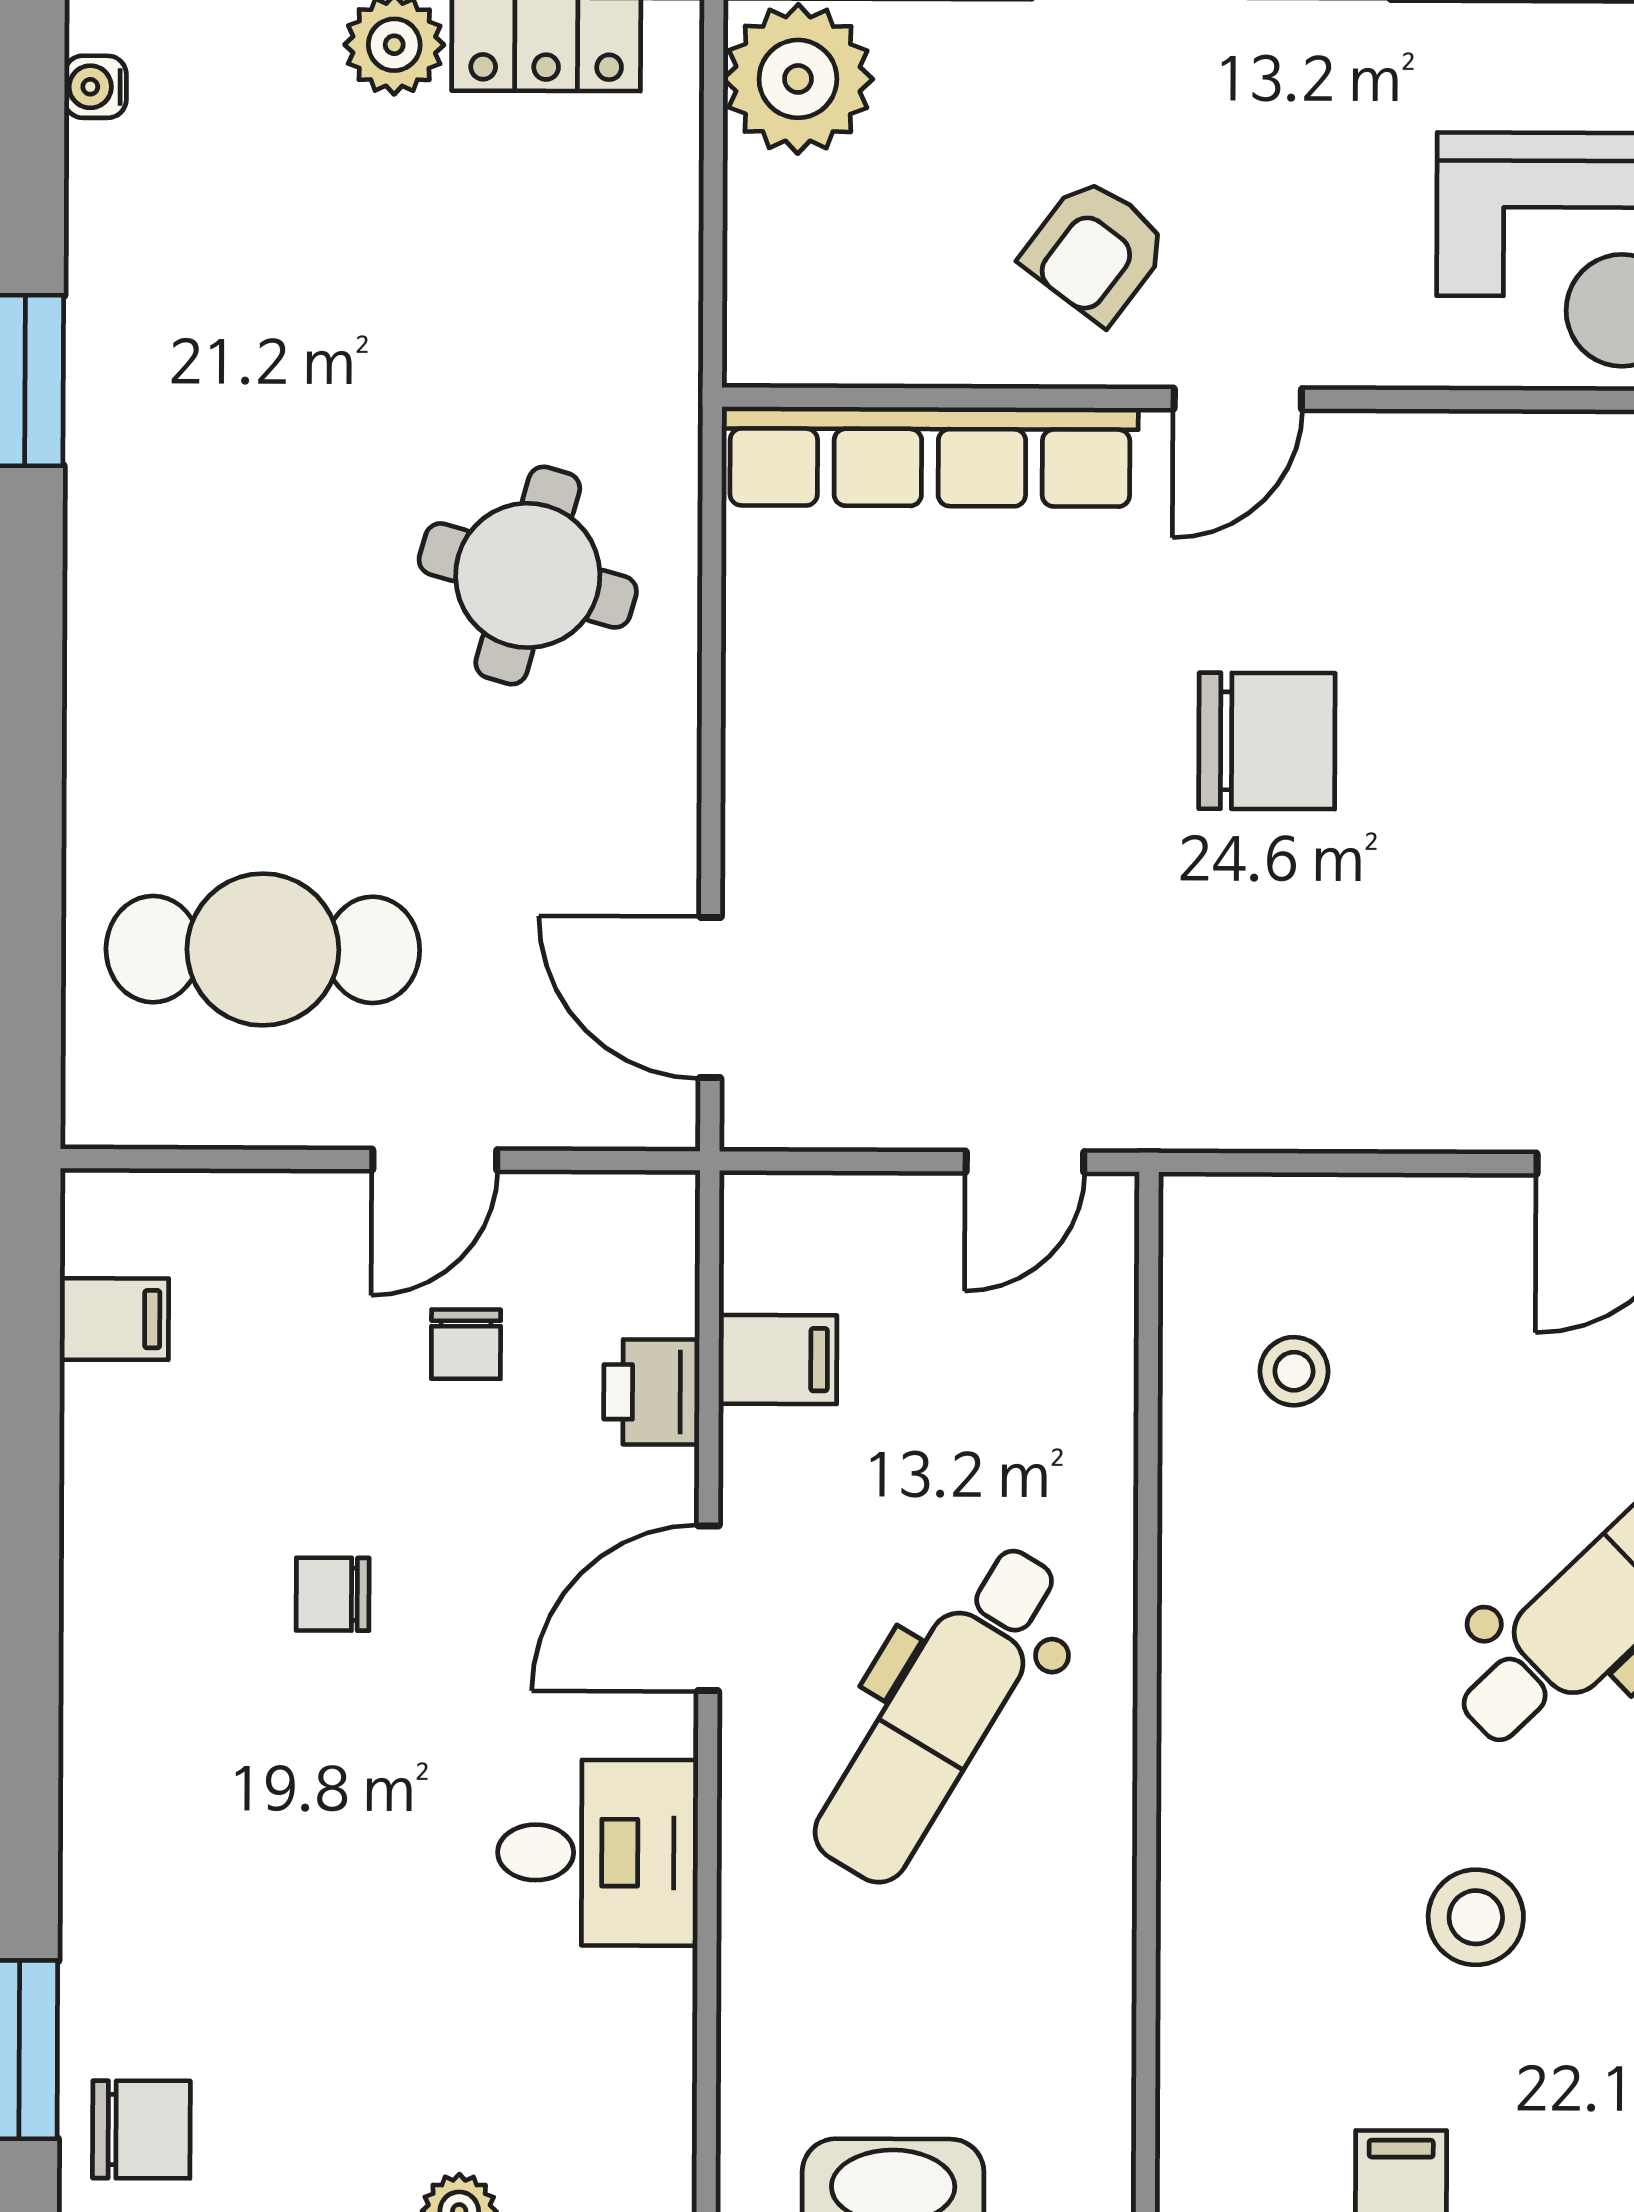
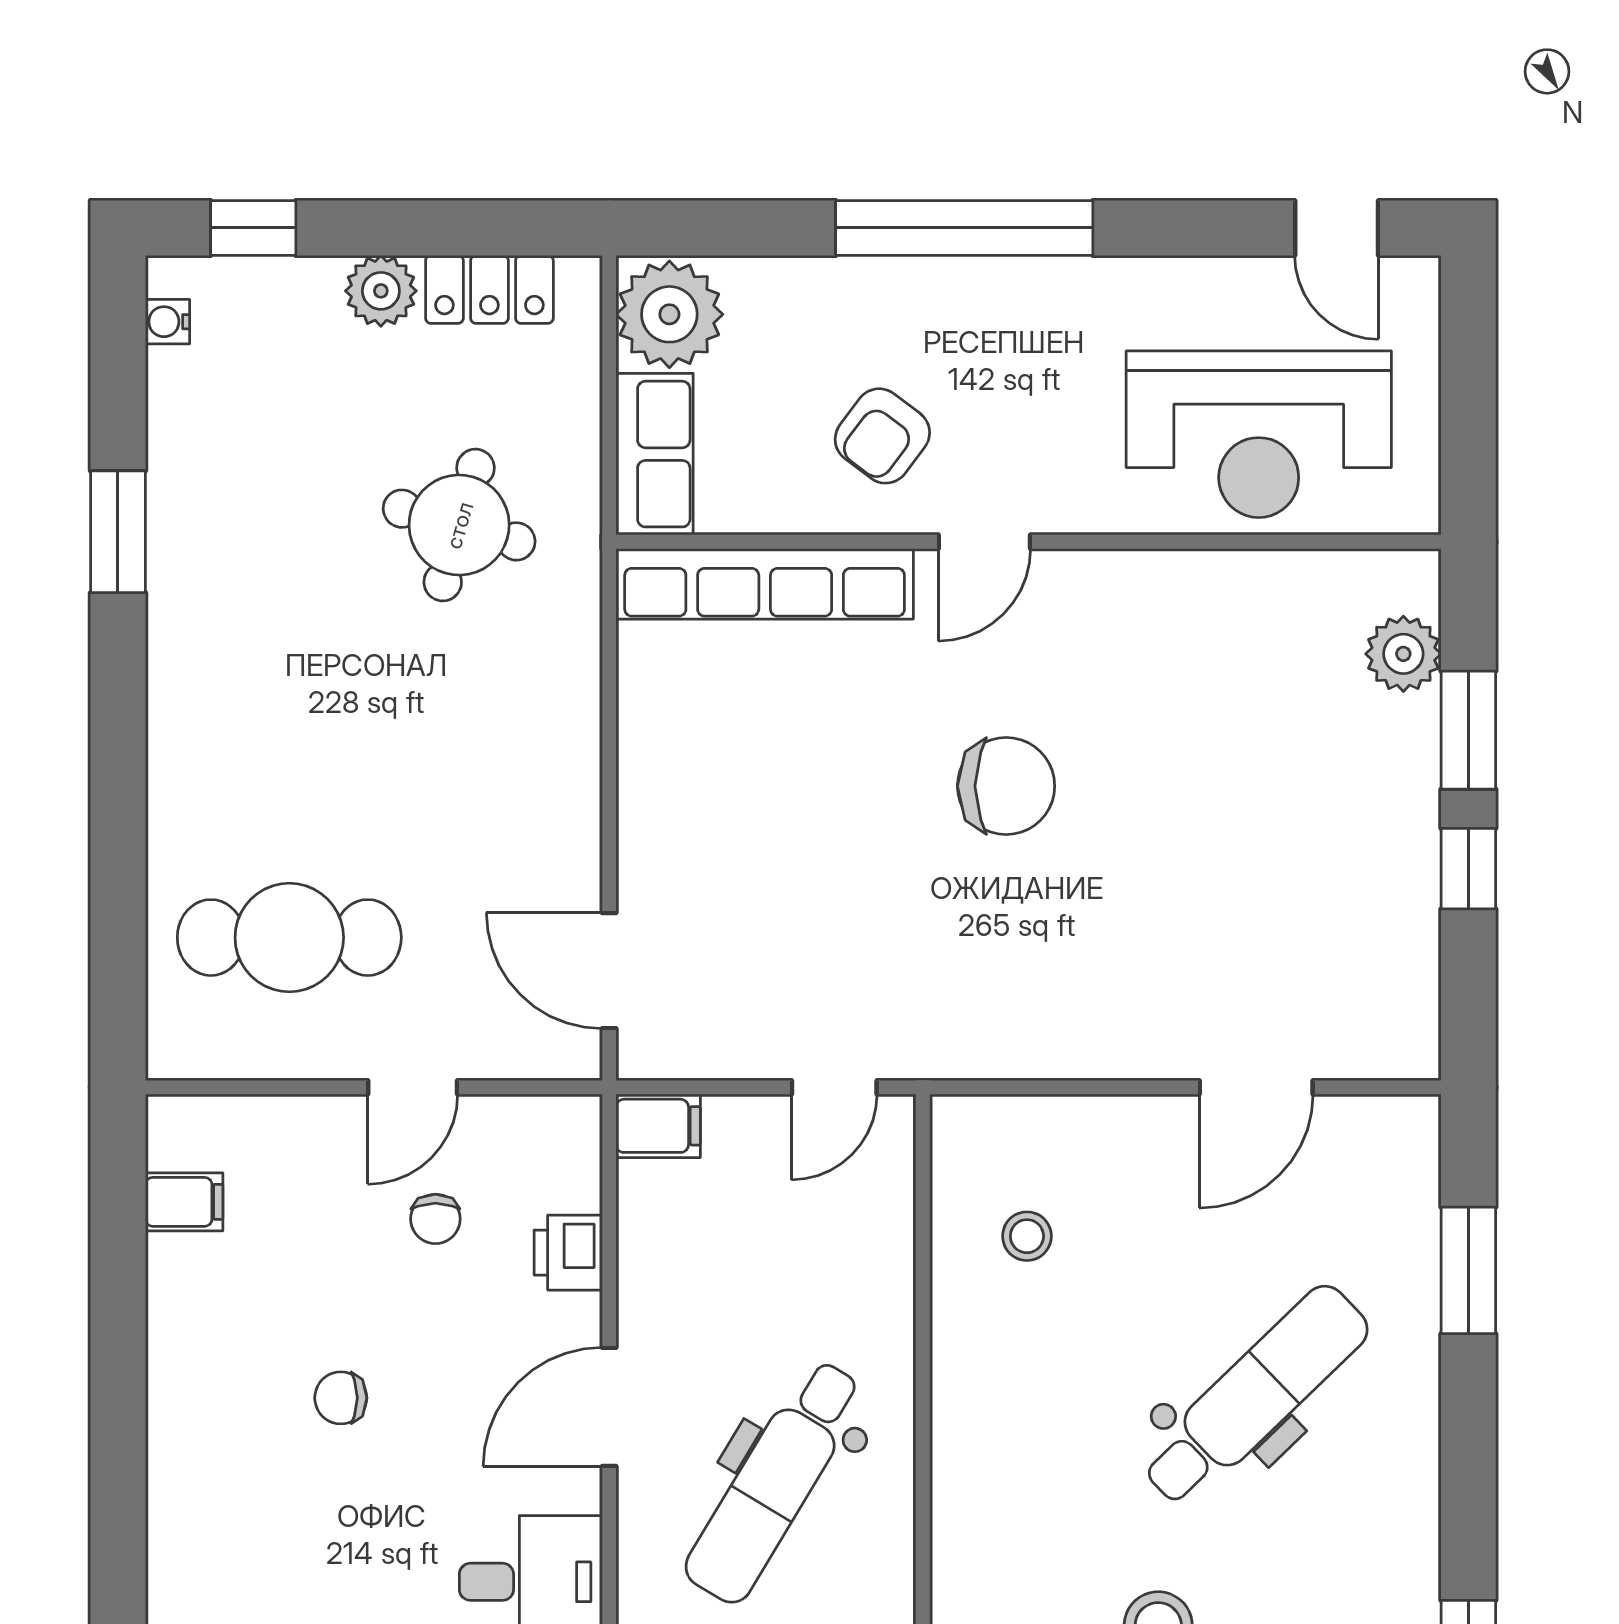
row of seats: (776, 275) -> (655, 454), added
round table: (528, 575) -> (459, 525), moved
filing cabinet: (778, 1360) -> (658, 1126), moved

